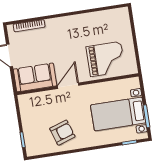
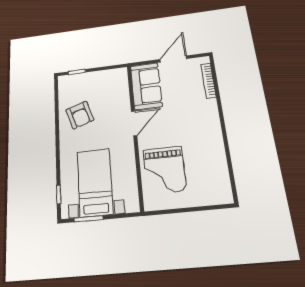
door: (68, 86) -> (134, 123), hinge flipped

